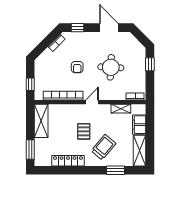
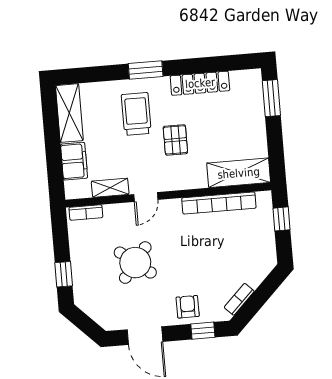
armchair: (77, 67) -> (188, 307), moved
round table: (111, 67) -> (135, 263), turned 35
door: (92, 102) -> (146, 197), moved
shelving: (41, 121) -> (239, 173), moved, turned 90
trolley: (104, 147) -> (136, 114), turned 140
window: (116, 170) -> (146, 70), moved

